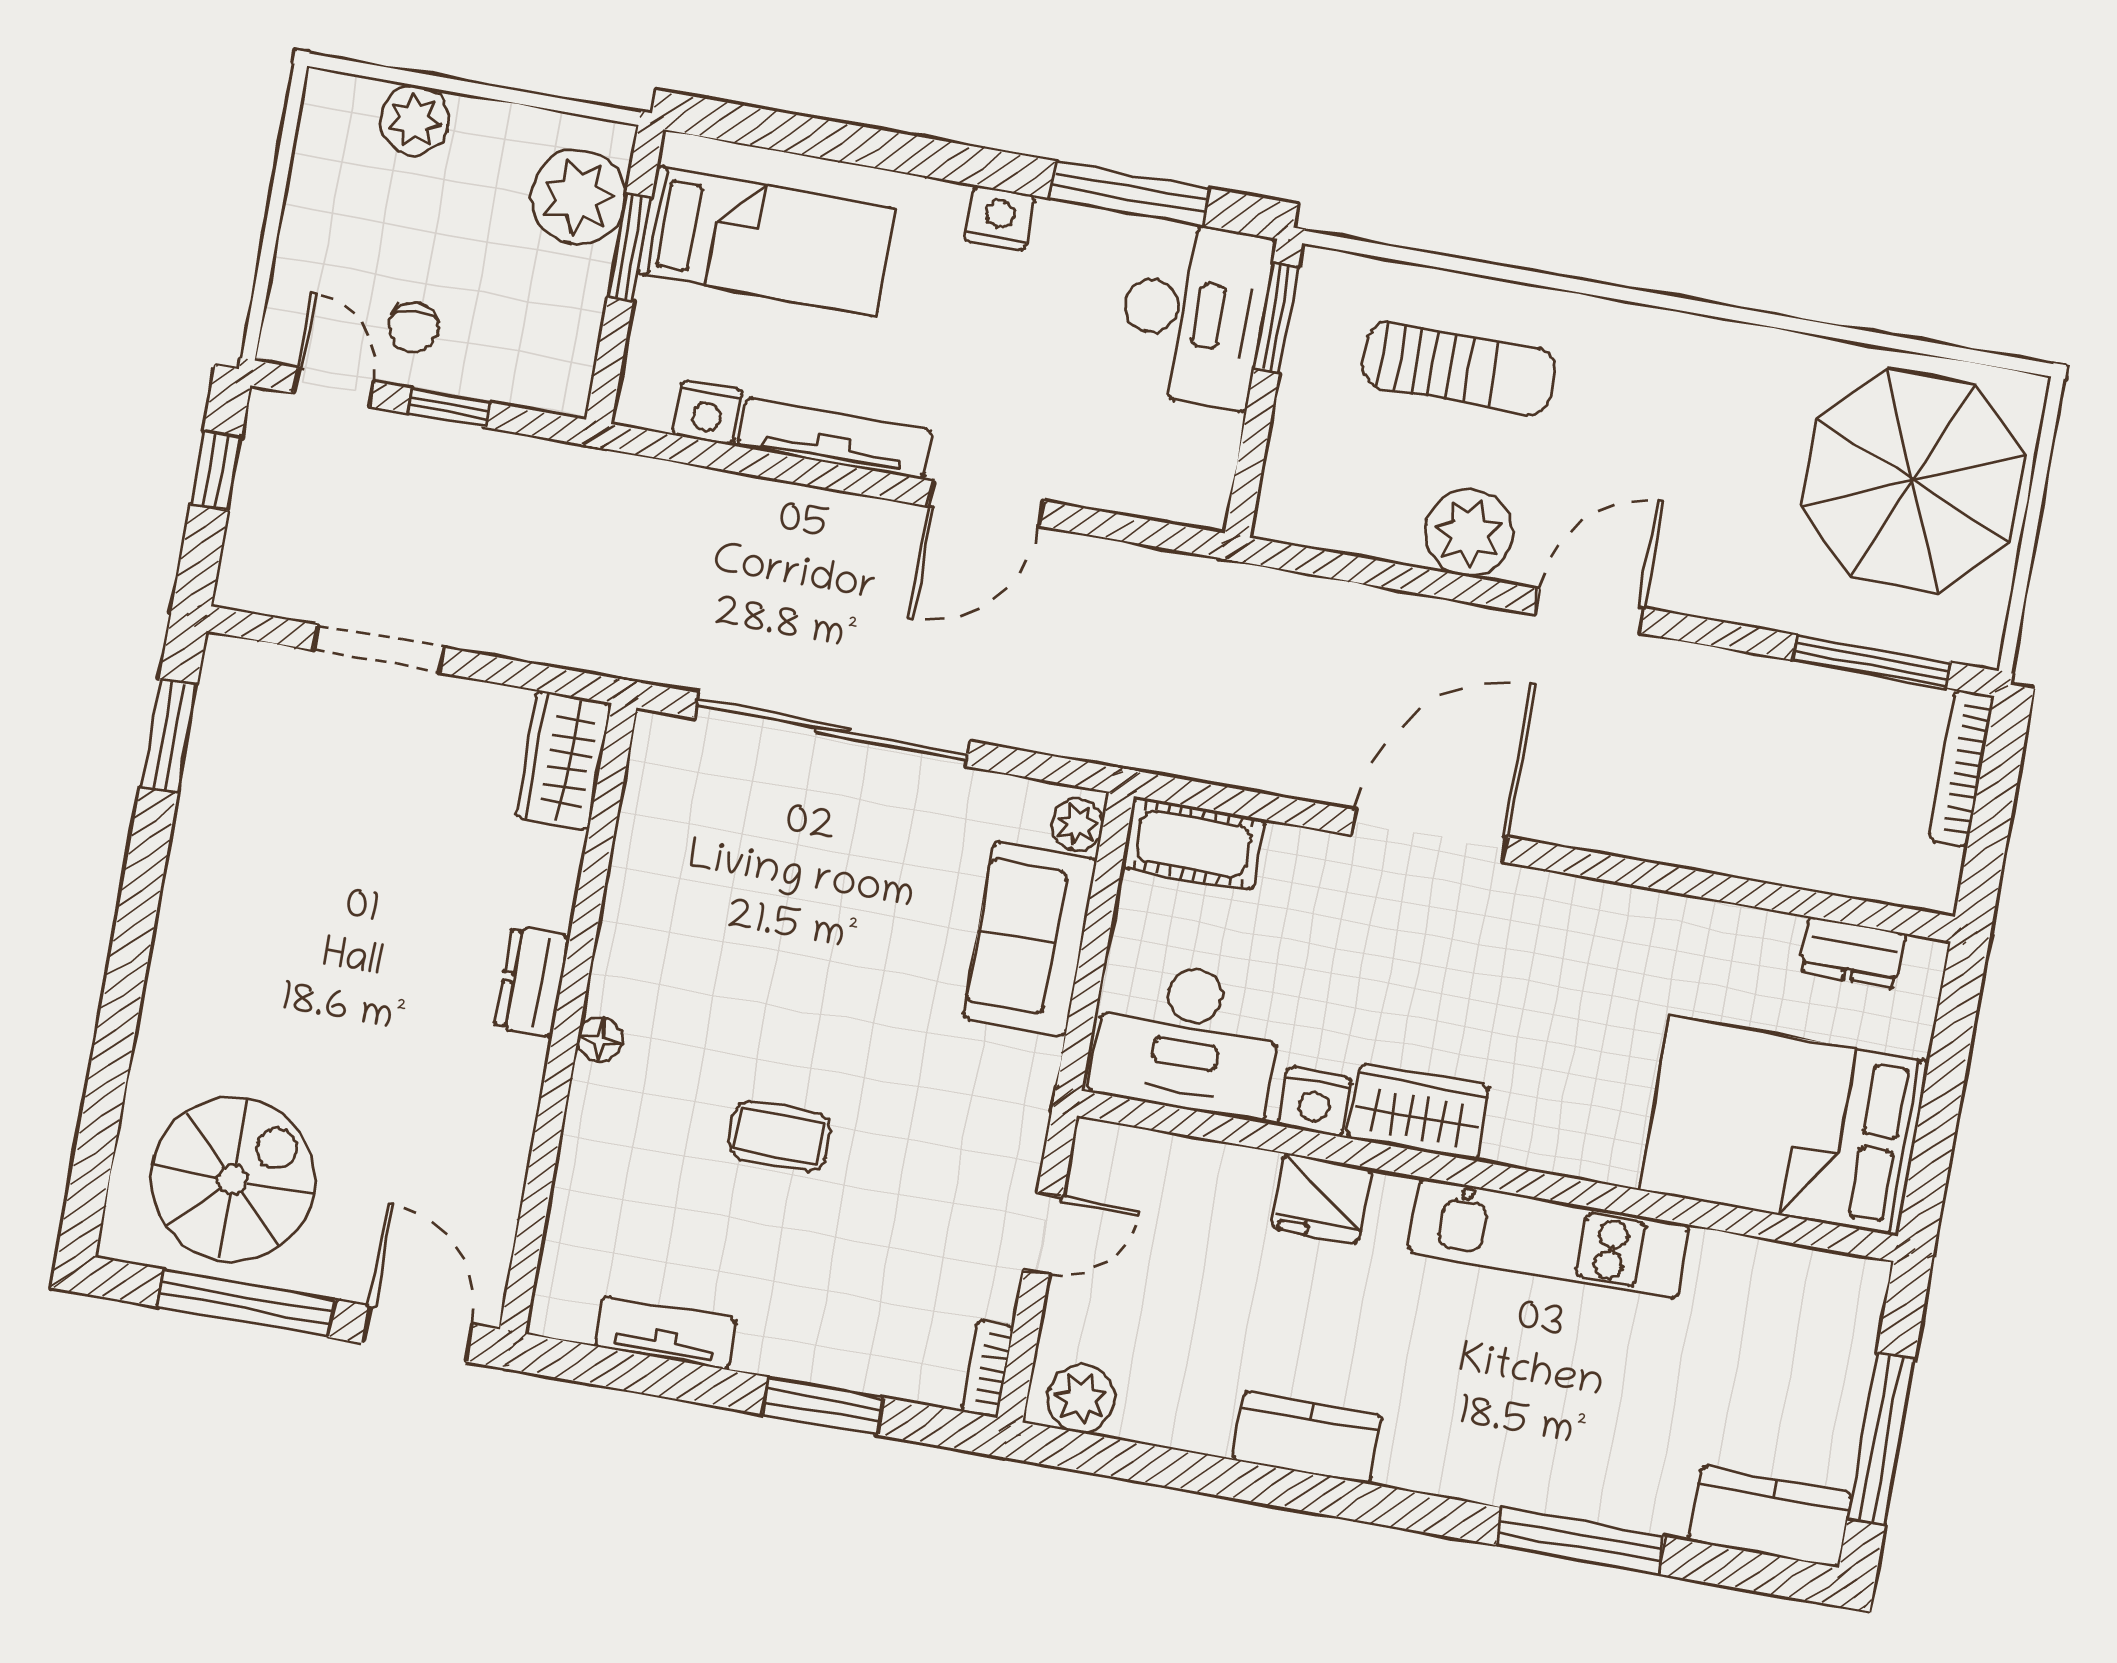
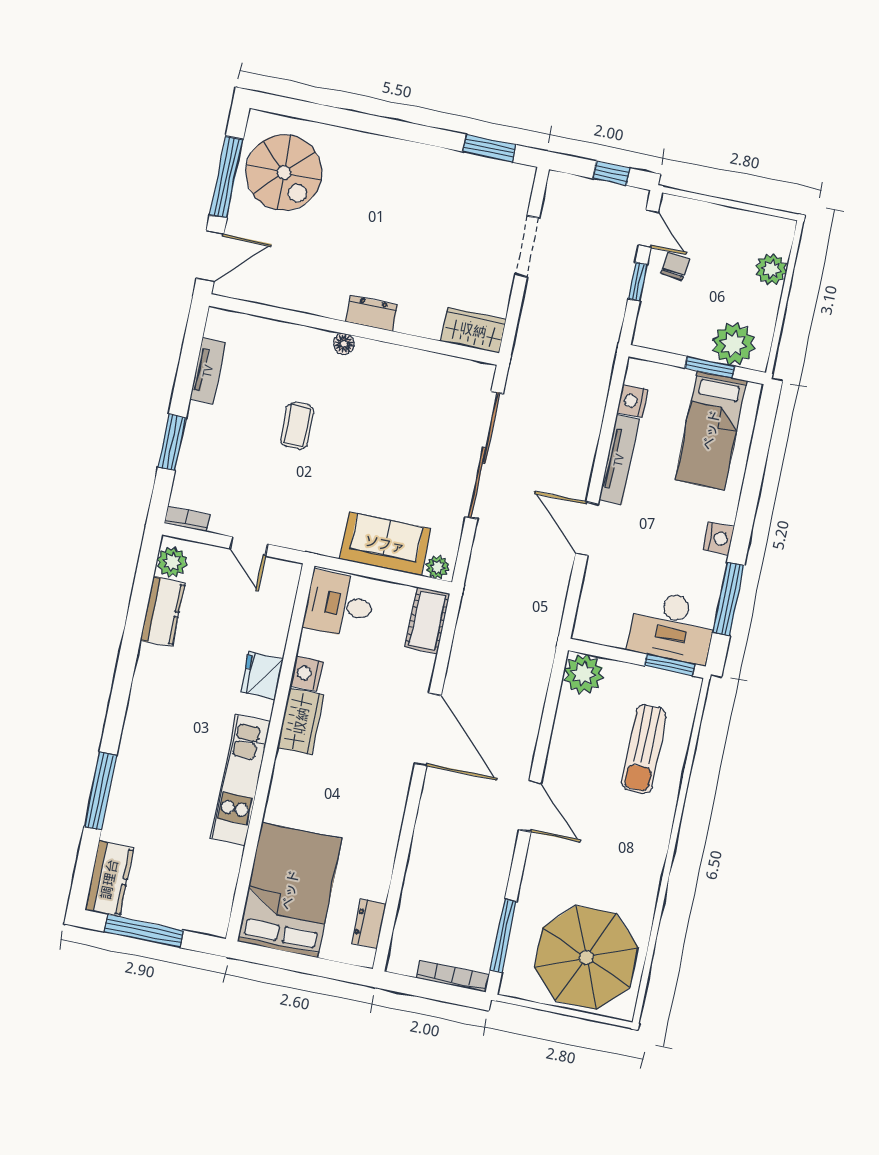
chair: (413, 327) -> (675, 266), turned 98
door: (333, 387) -> (649, 229), hinge flipped
plant: (1469, 533) -> (584, 674), moved
desk: (1188, 1039) -> (339, 604), width x0.73
kitchen counter: (1307, 1437) -> (163, 612), moved

